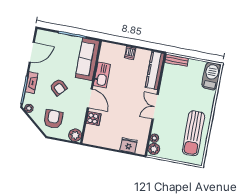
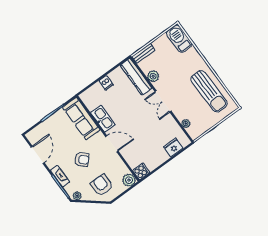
cooker: (94, 119) -> (141, 171), moved
plant: (154, 149) -> (153, 76), moved

